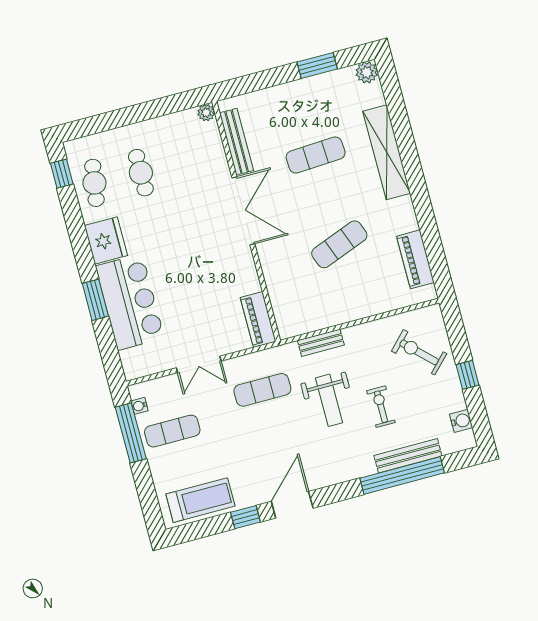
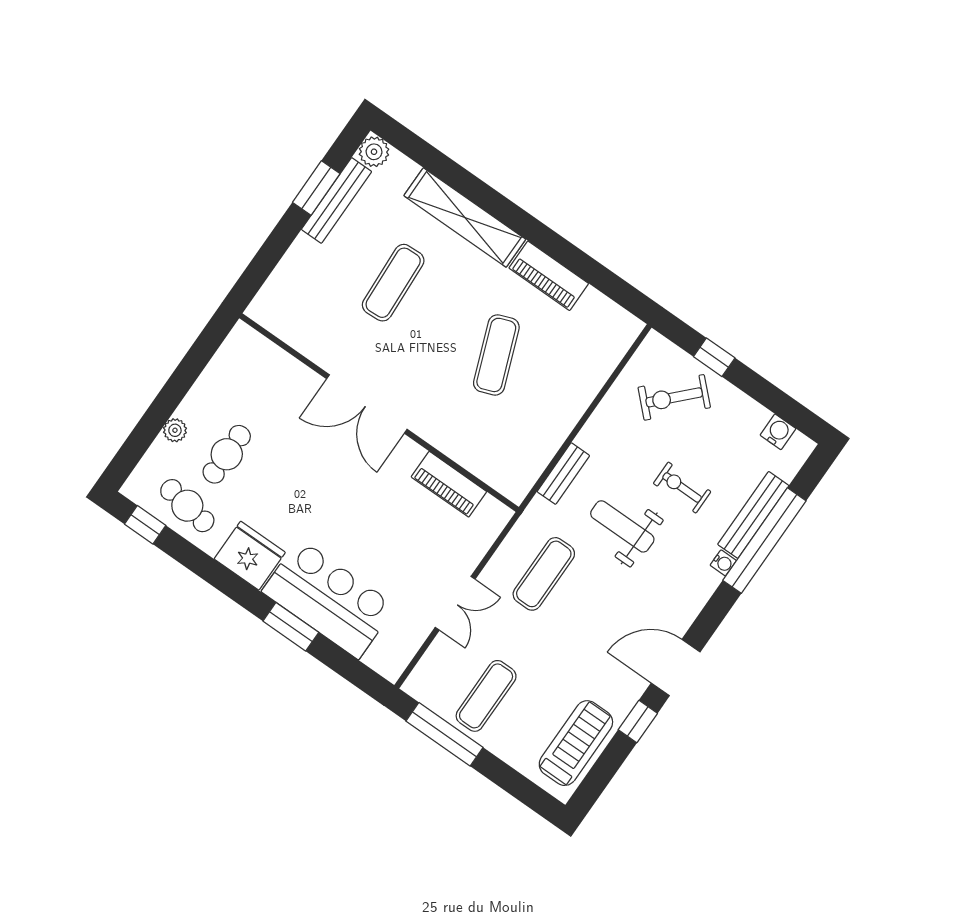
plant: (206, 113) -> (175, 430), moved
bench: (237, 142) -> (337, 201), moved, turned 90
cafe table: (141, 173) -> (227, 454), turned 90
double door: (243, 211) -> (367, 404), swing flipped
piano: (415, 259) -> (549, 276), moved
piano: (258, 320) -> (449, 484), moved
window: (468, 375) -> (714, 357), moved
weight bench: (329, 400) -> (622, 526), turned 180
water cooler: (140, 406) -> (723, 563), moved, turned -90
door: (292, 505) -> (676, 667), hinge flipped

